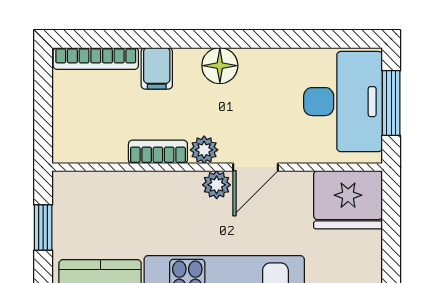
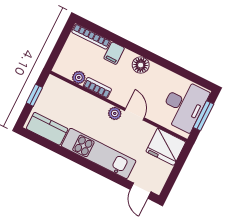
plant: (204, 150) -> (79, 77), moved
door: (256, 167) -> (134, 114), swing flipped

